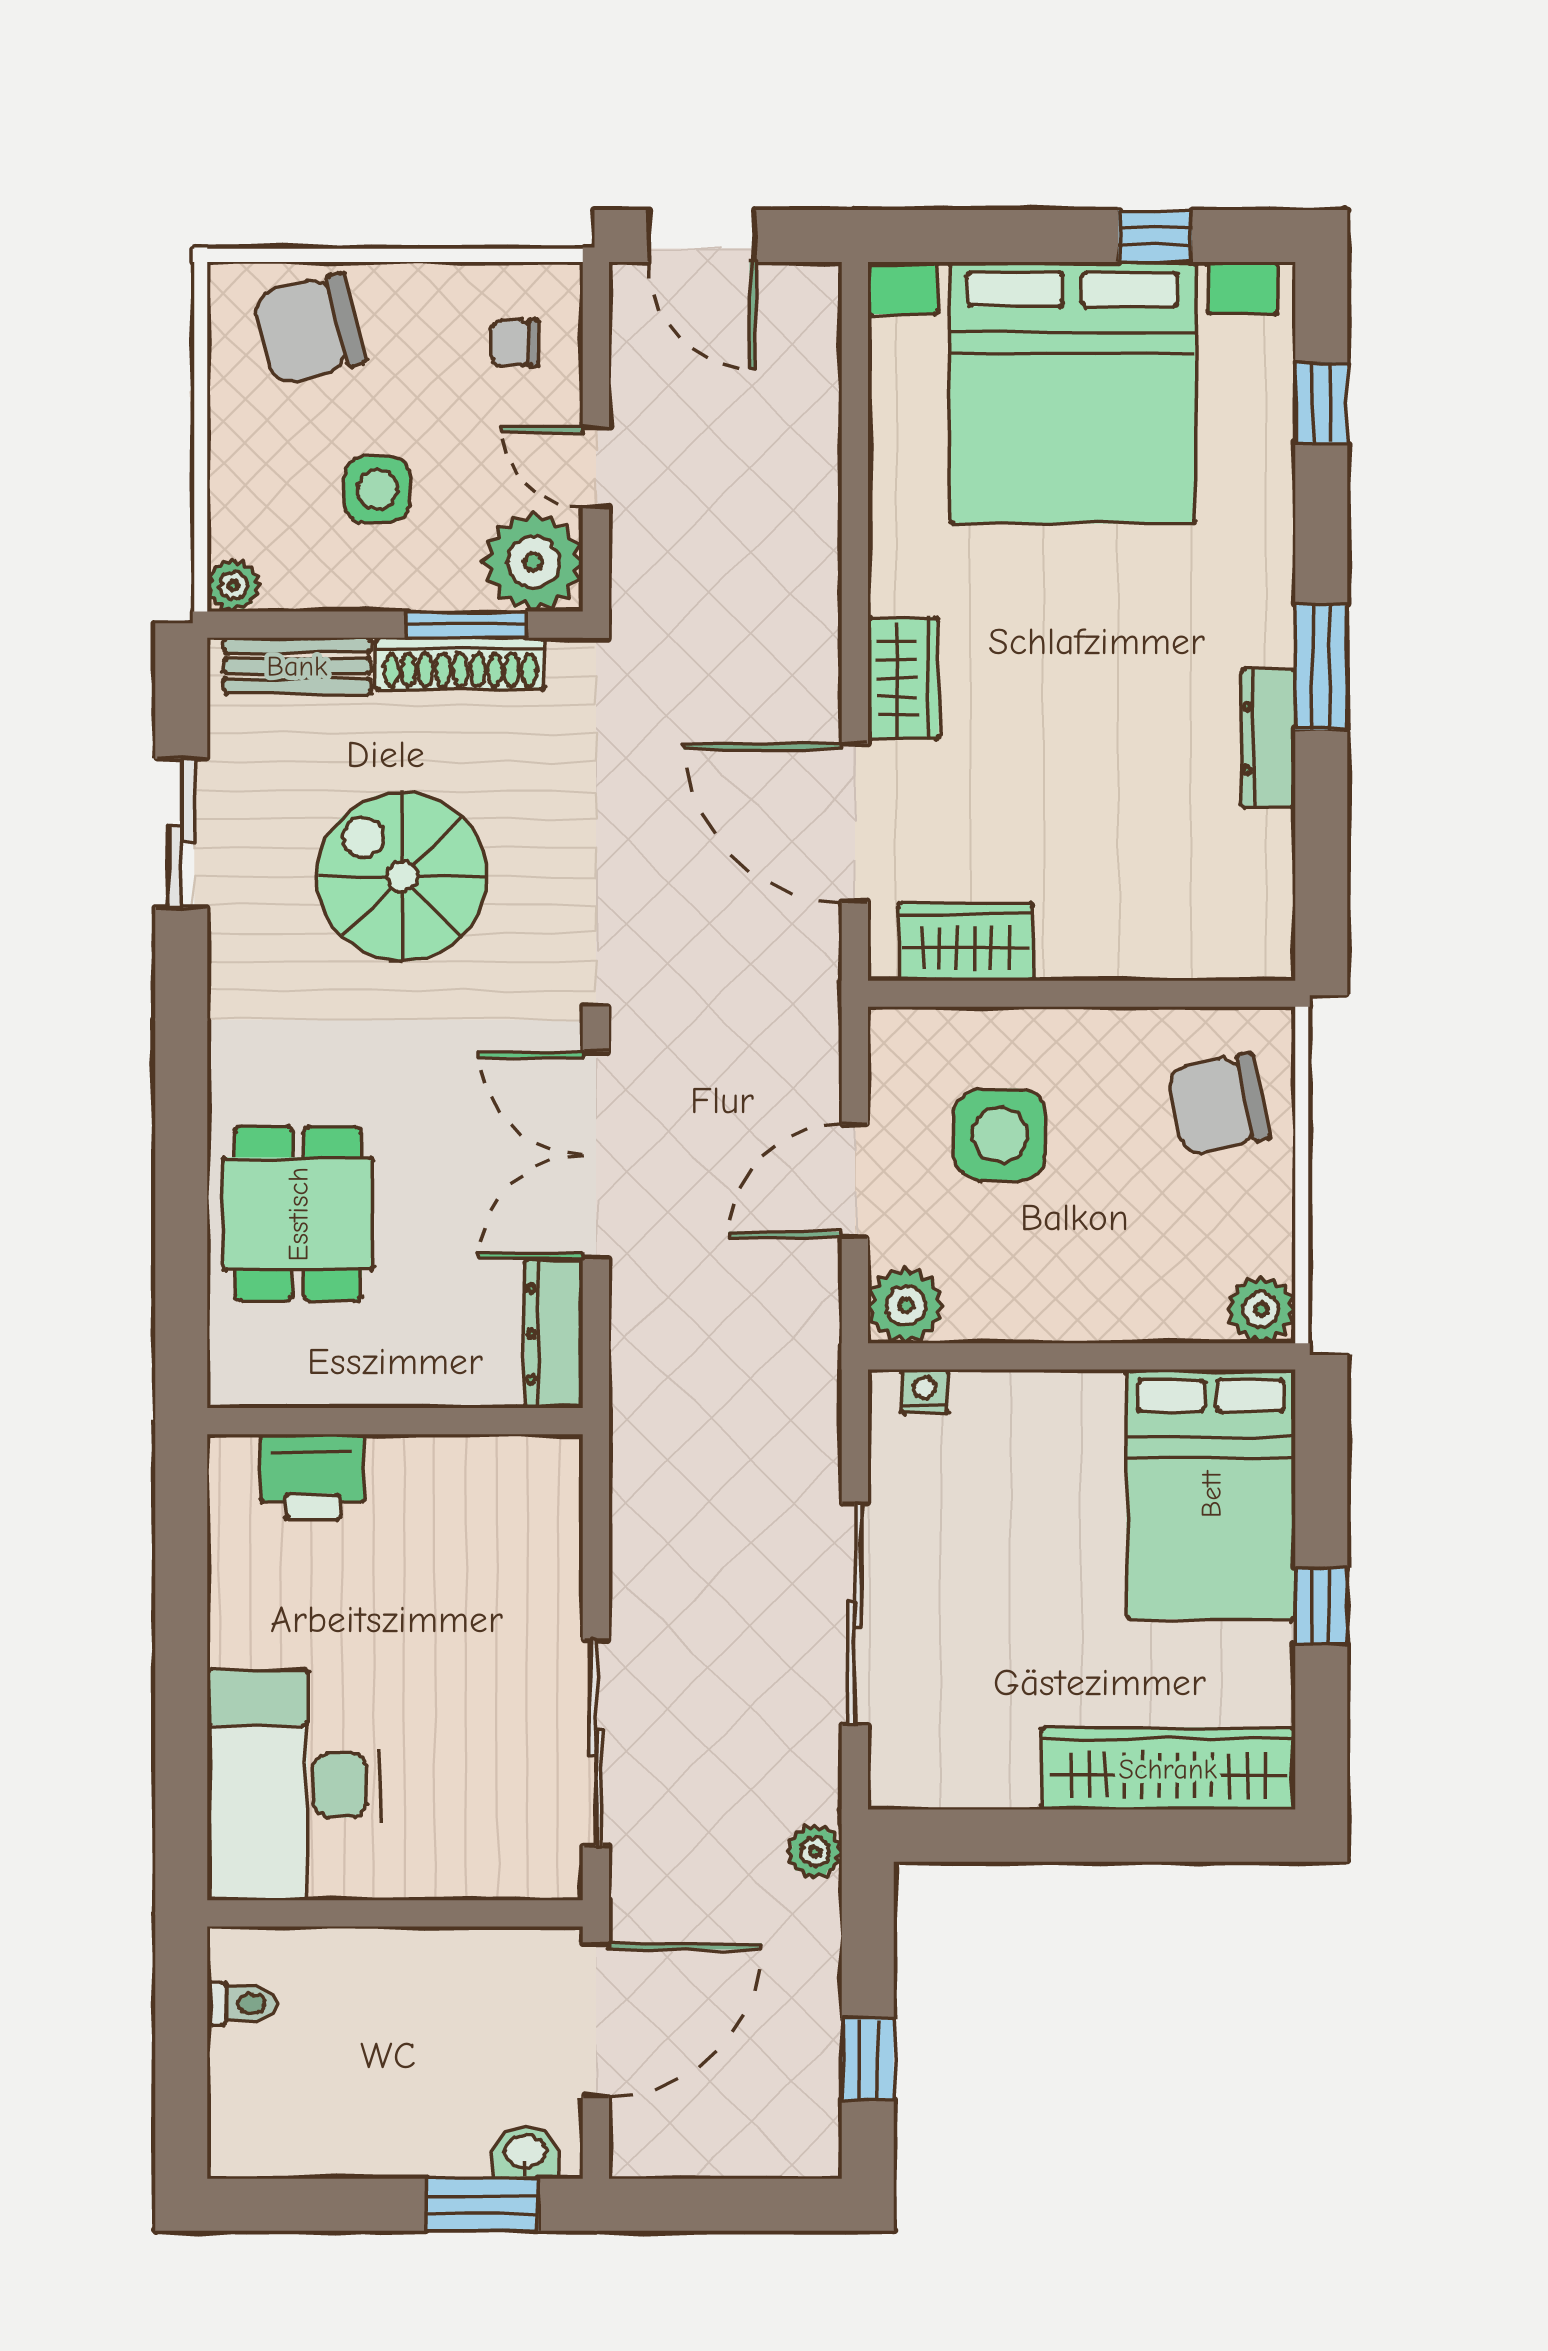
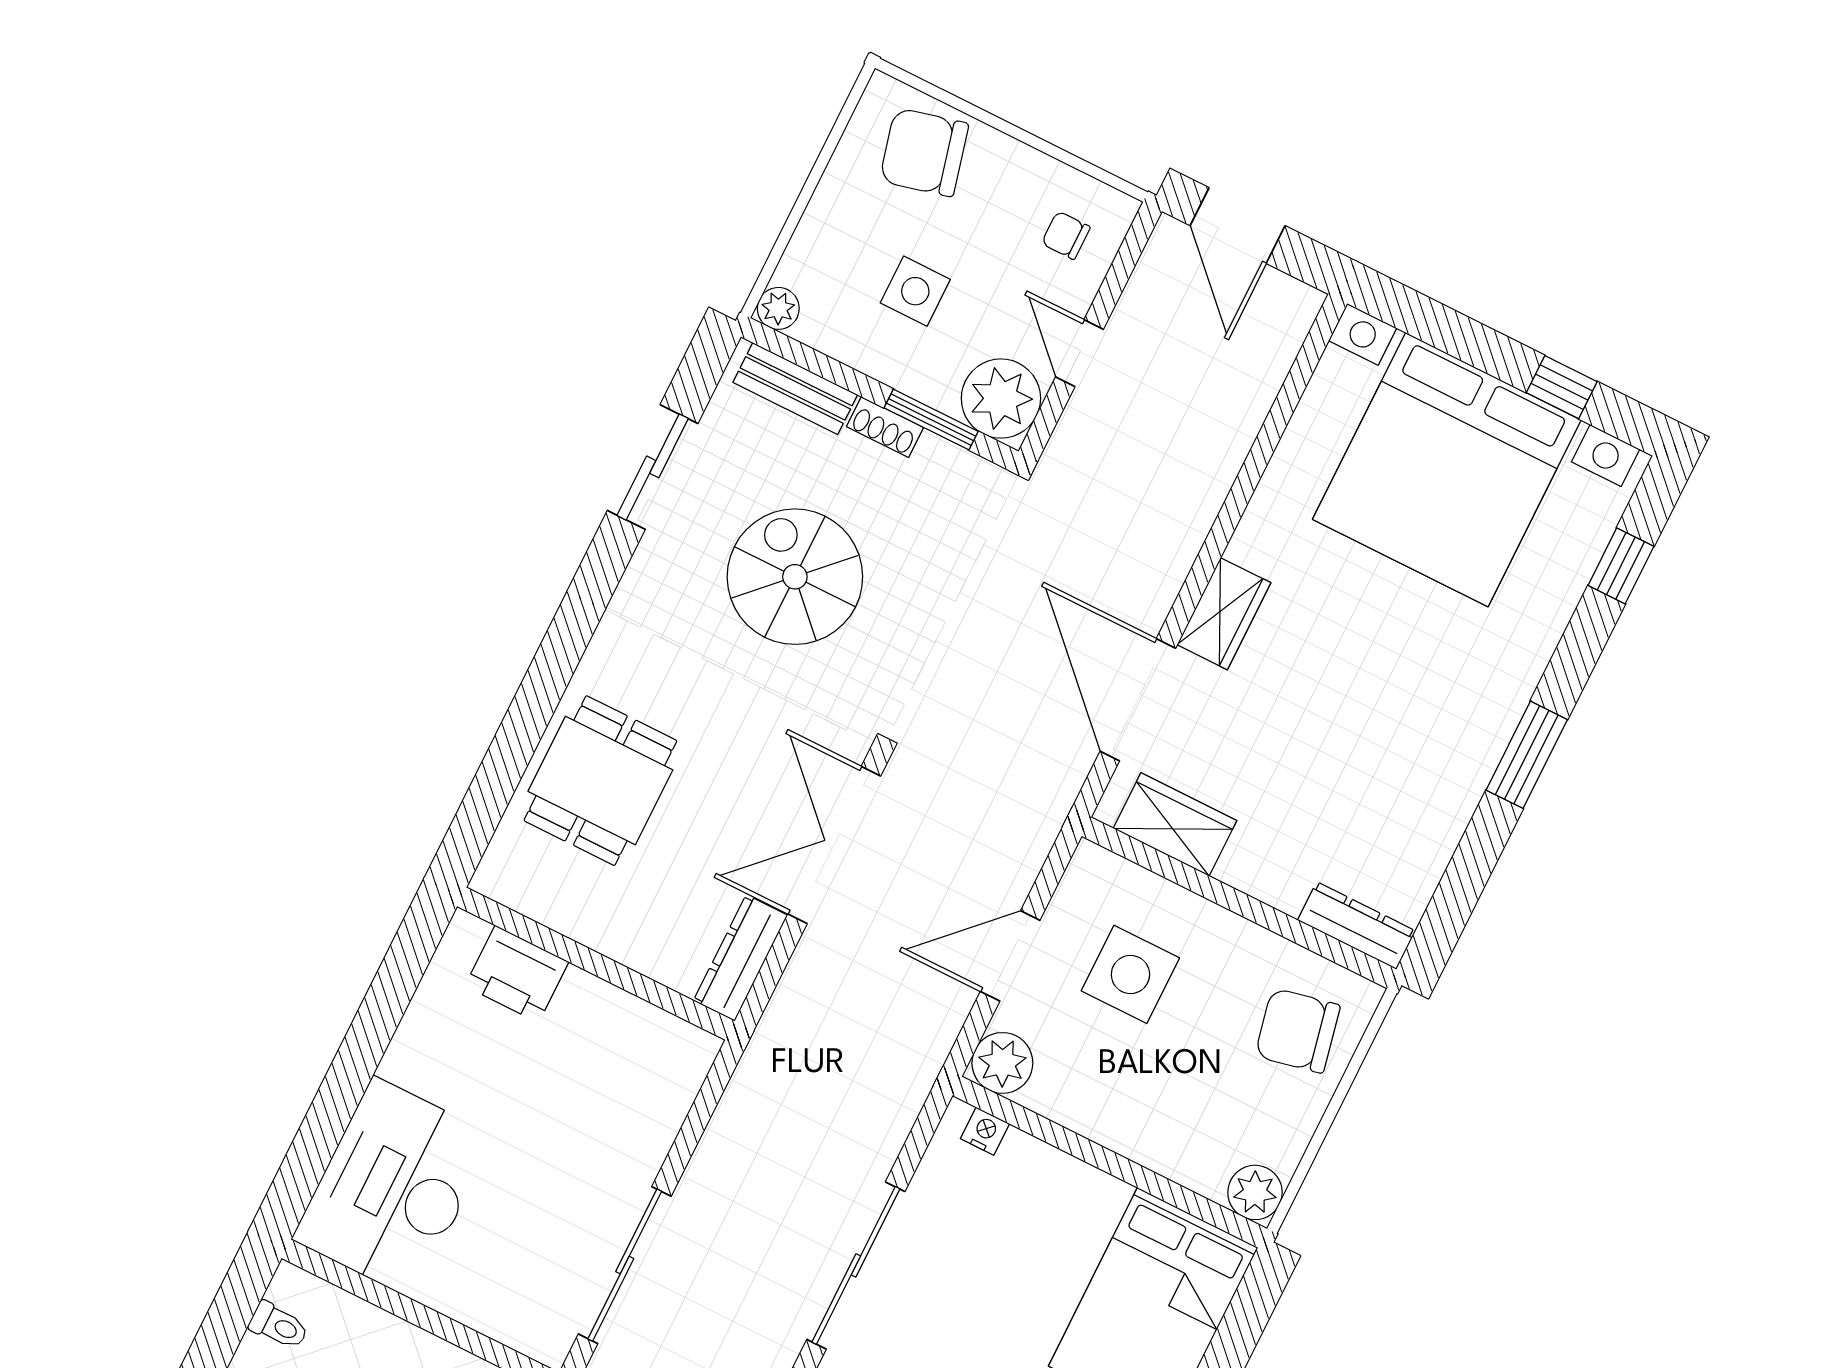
shoe rack: (460, 664) -> (885, 427), width x0.51, depth x0.81
dresser: (1268, 738) -> (1357, 926), moved, turned 90

